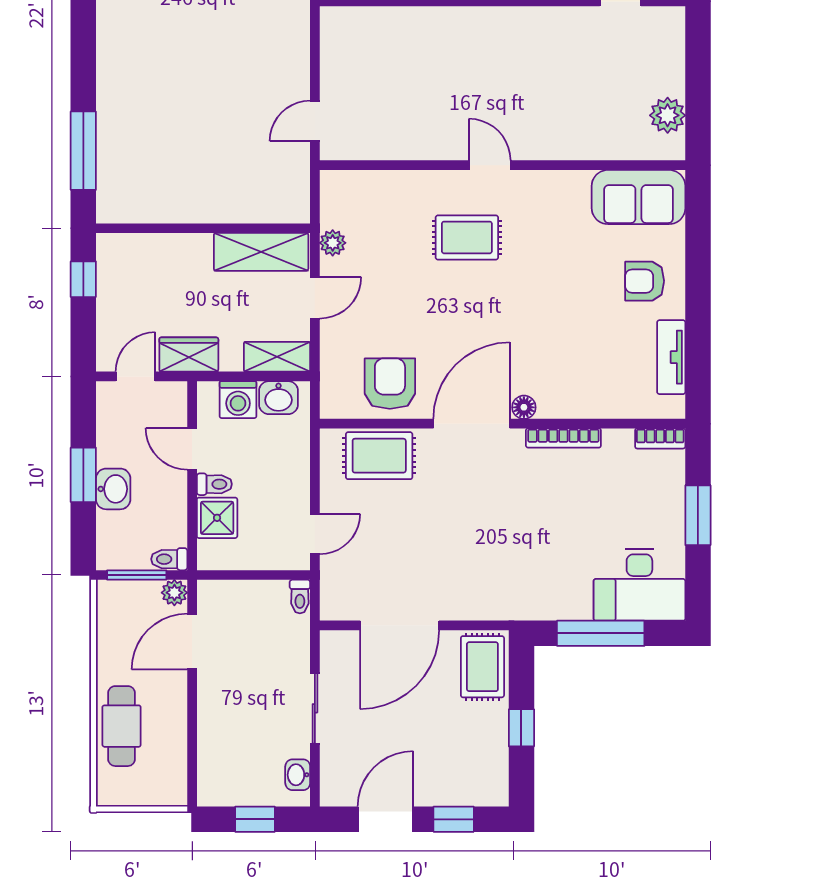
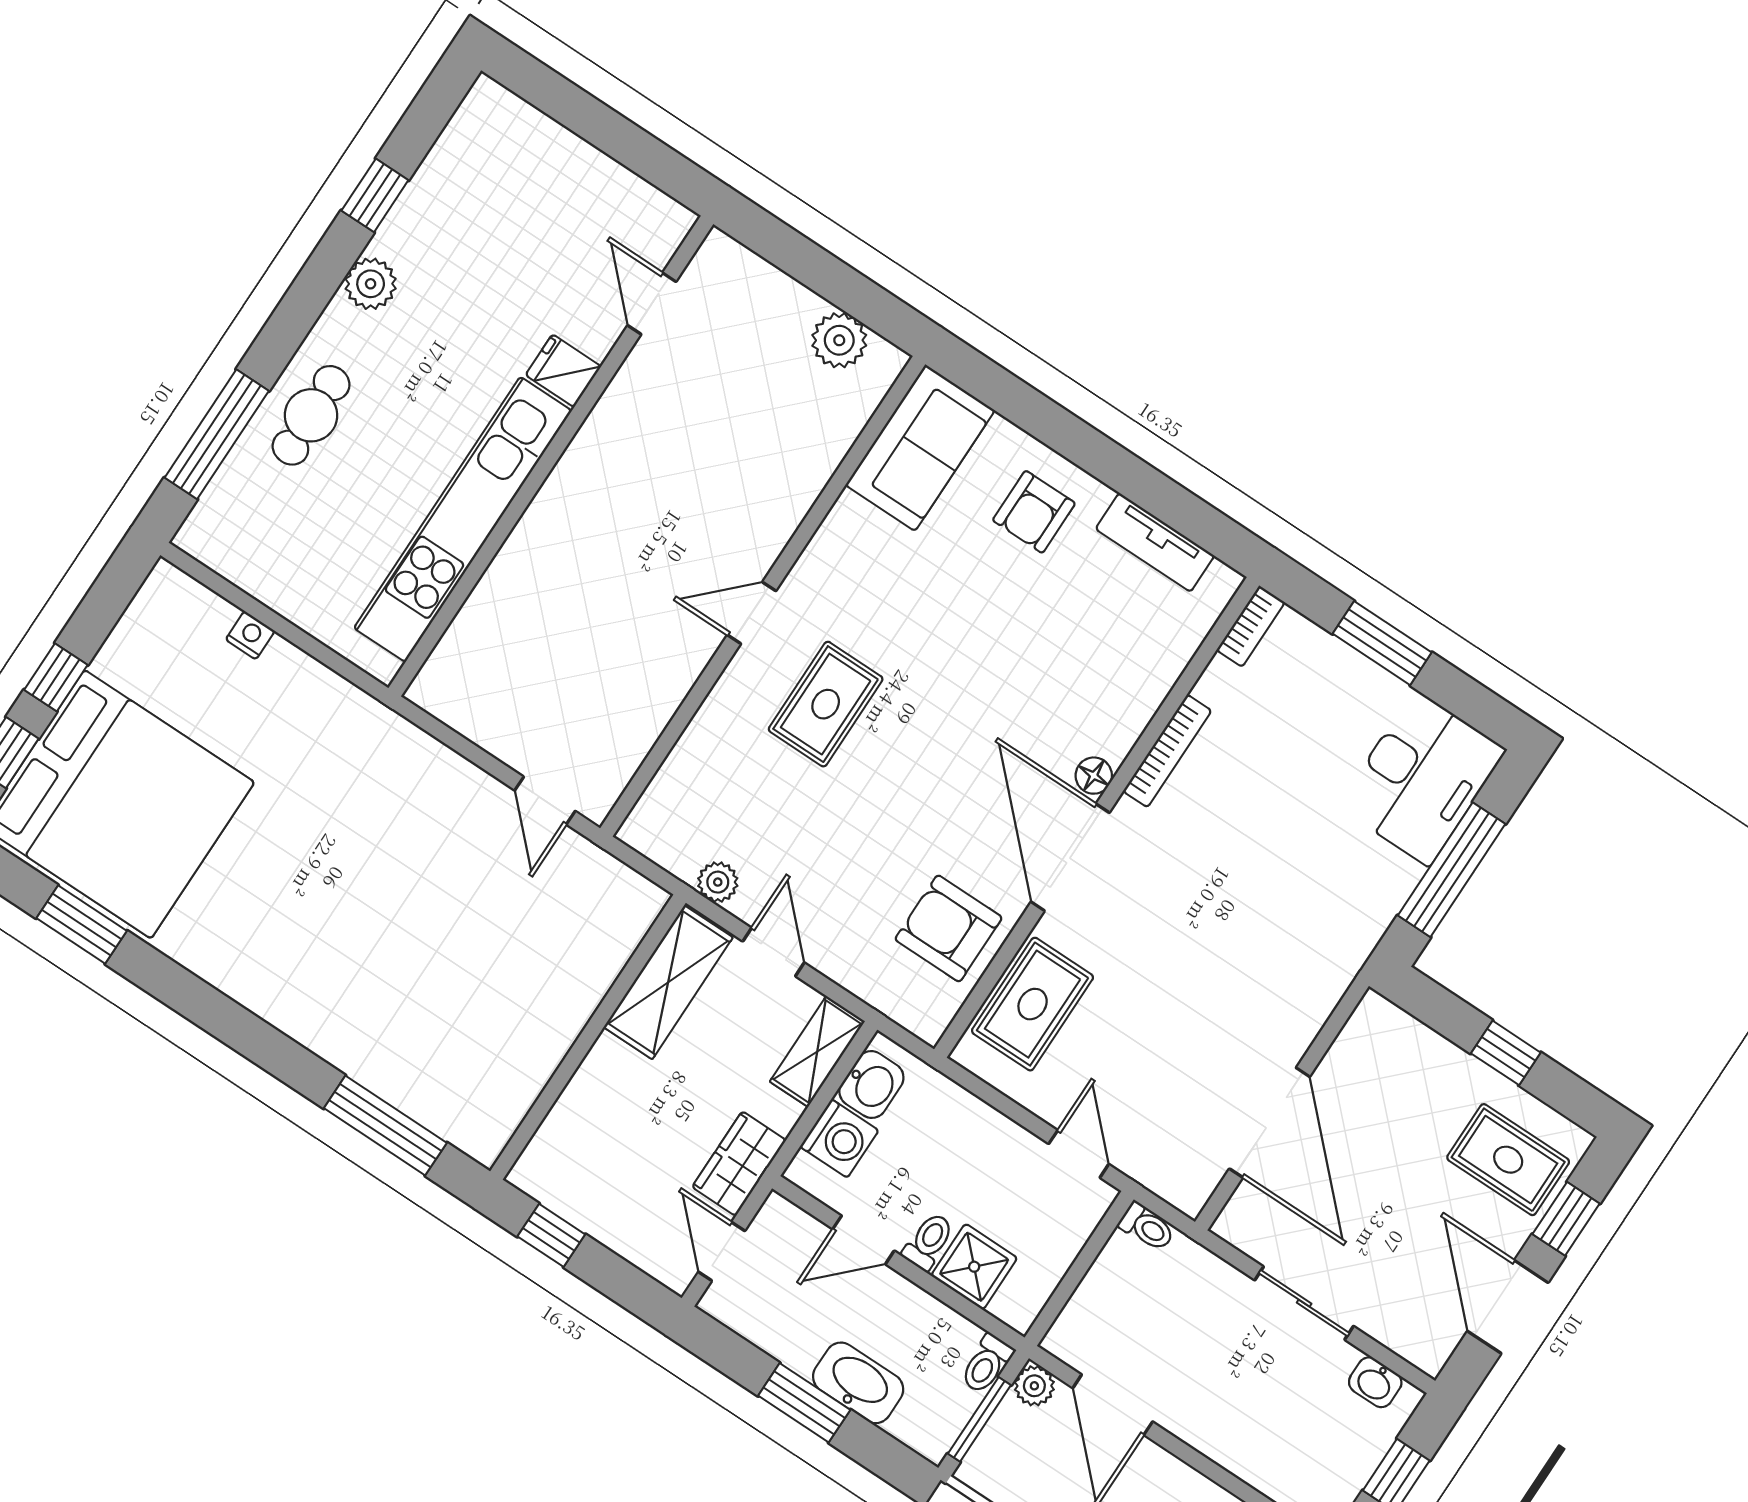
washbasin: (113, 489) -> (858, 1383), width x1.38
rug: (482, 667) -> (1508, 1160), moved

